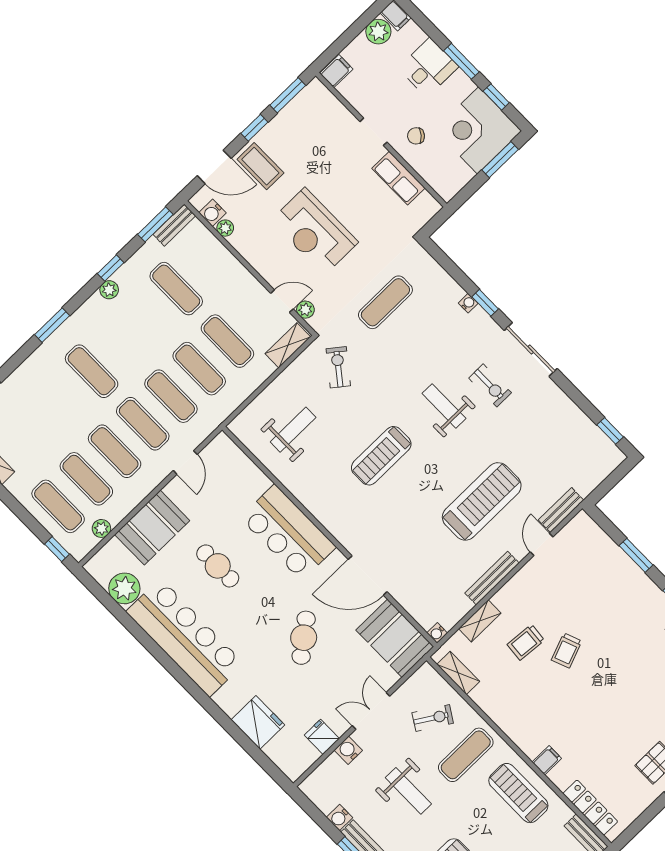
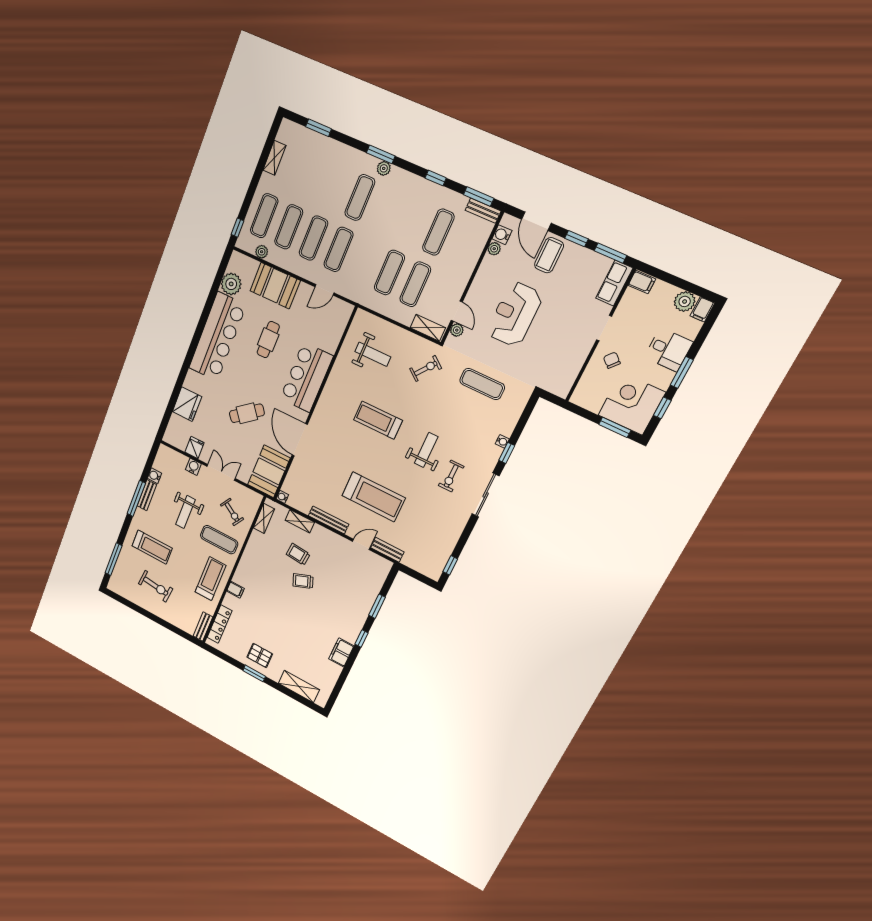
row of seats: (398, 178) -> (614, 283), moved
plant: (109, 290) -> (384, 168), moved
exercise mat: (171, 396) -> (364, 261), removed

